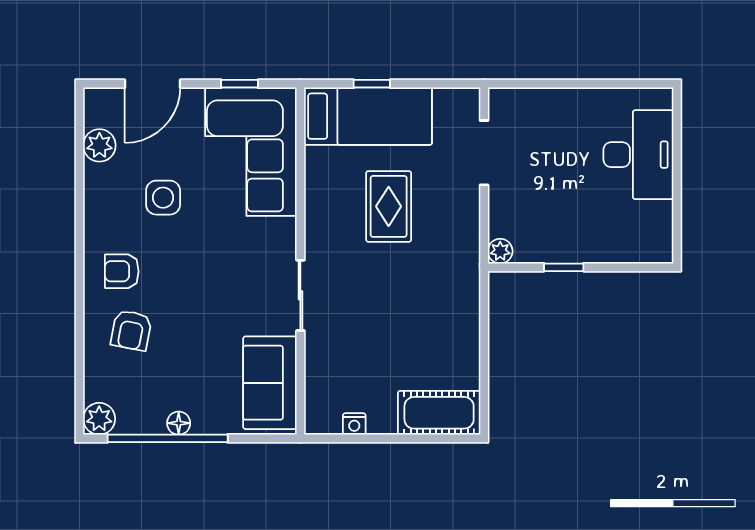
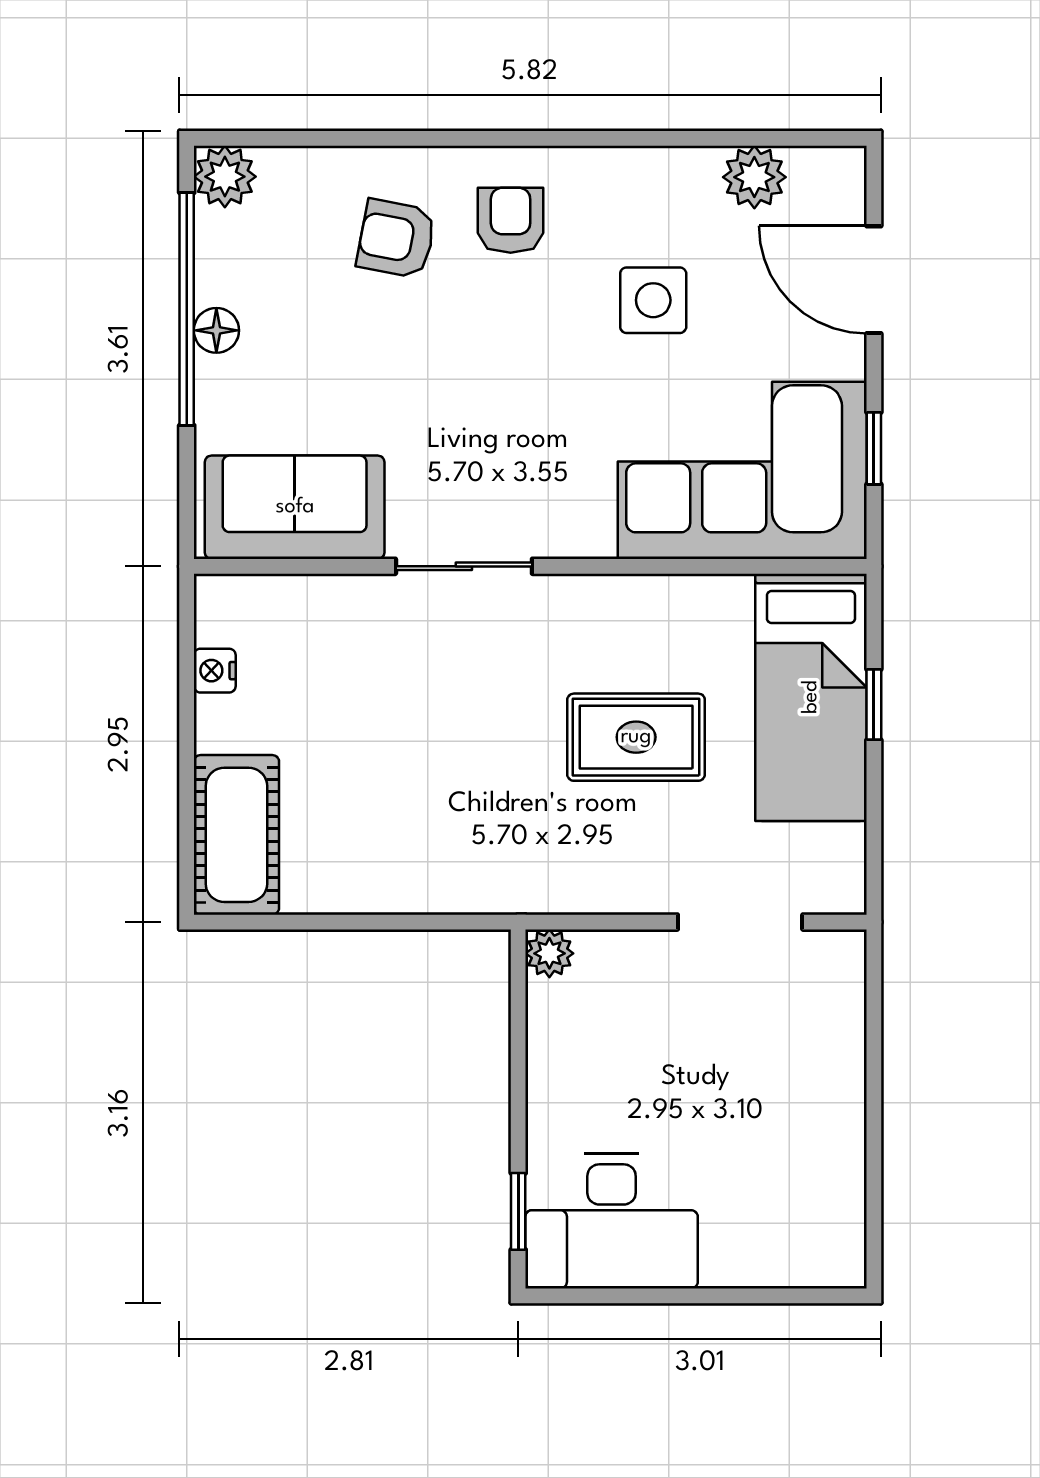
desk: (638, 155) -> (612, 1221), moved
window: (564, 267) -> (518, 1211), moved

